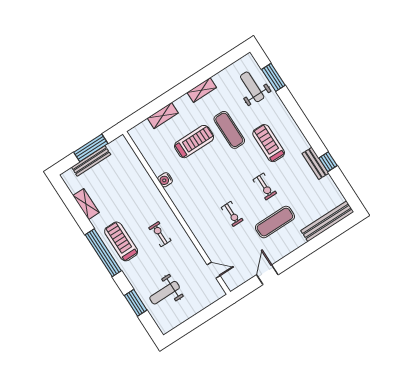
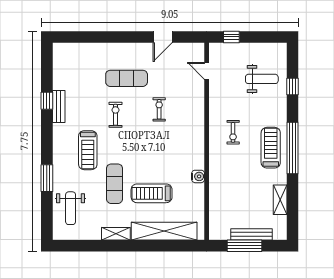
window: (273, 77) -> (47, 178), moved
shelving: (163, 116) -> (164, 231), width x2.20, depth x1.33
bench: (327, 221) -> (81, 50), removed
treadmill: (121, 241) -> (271, 148), turned 180
window: (136, 303) -> (293, 87), width x0.67
window: (211, 311) -> (231, 37), added

